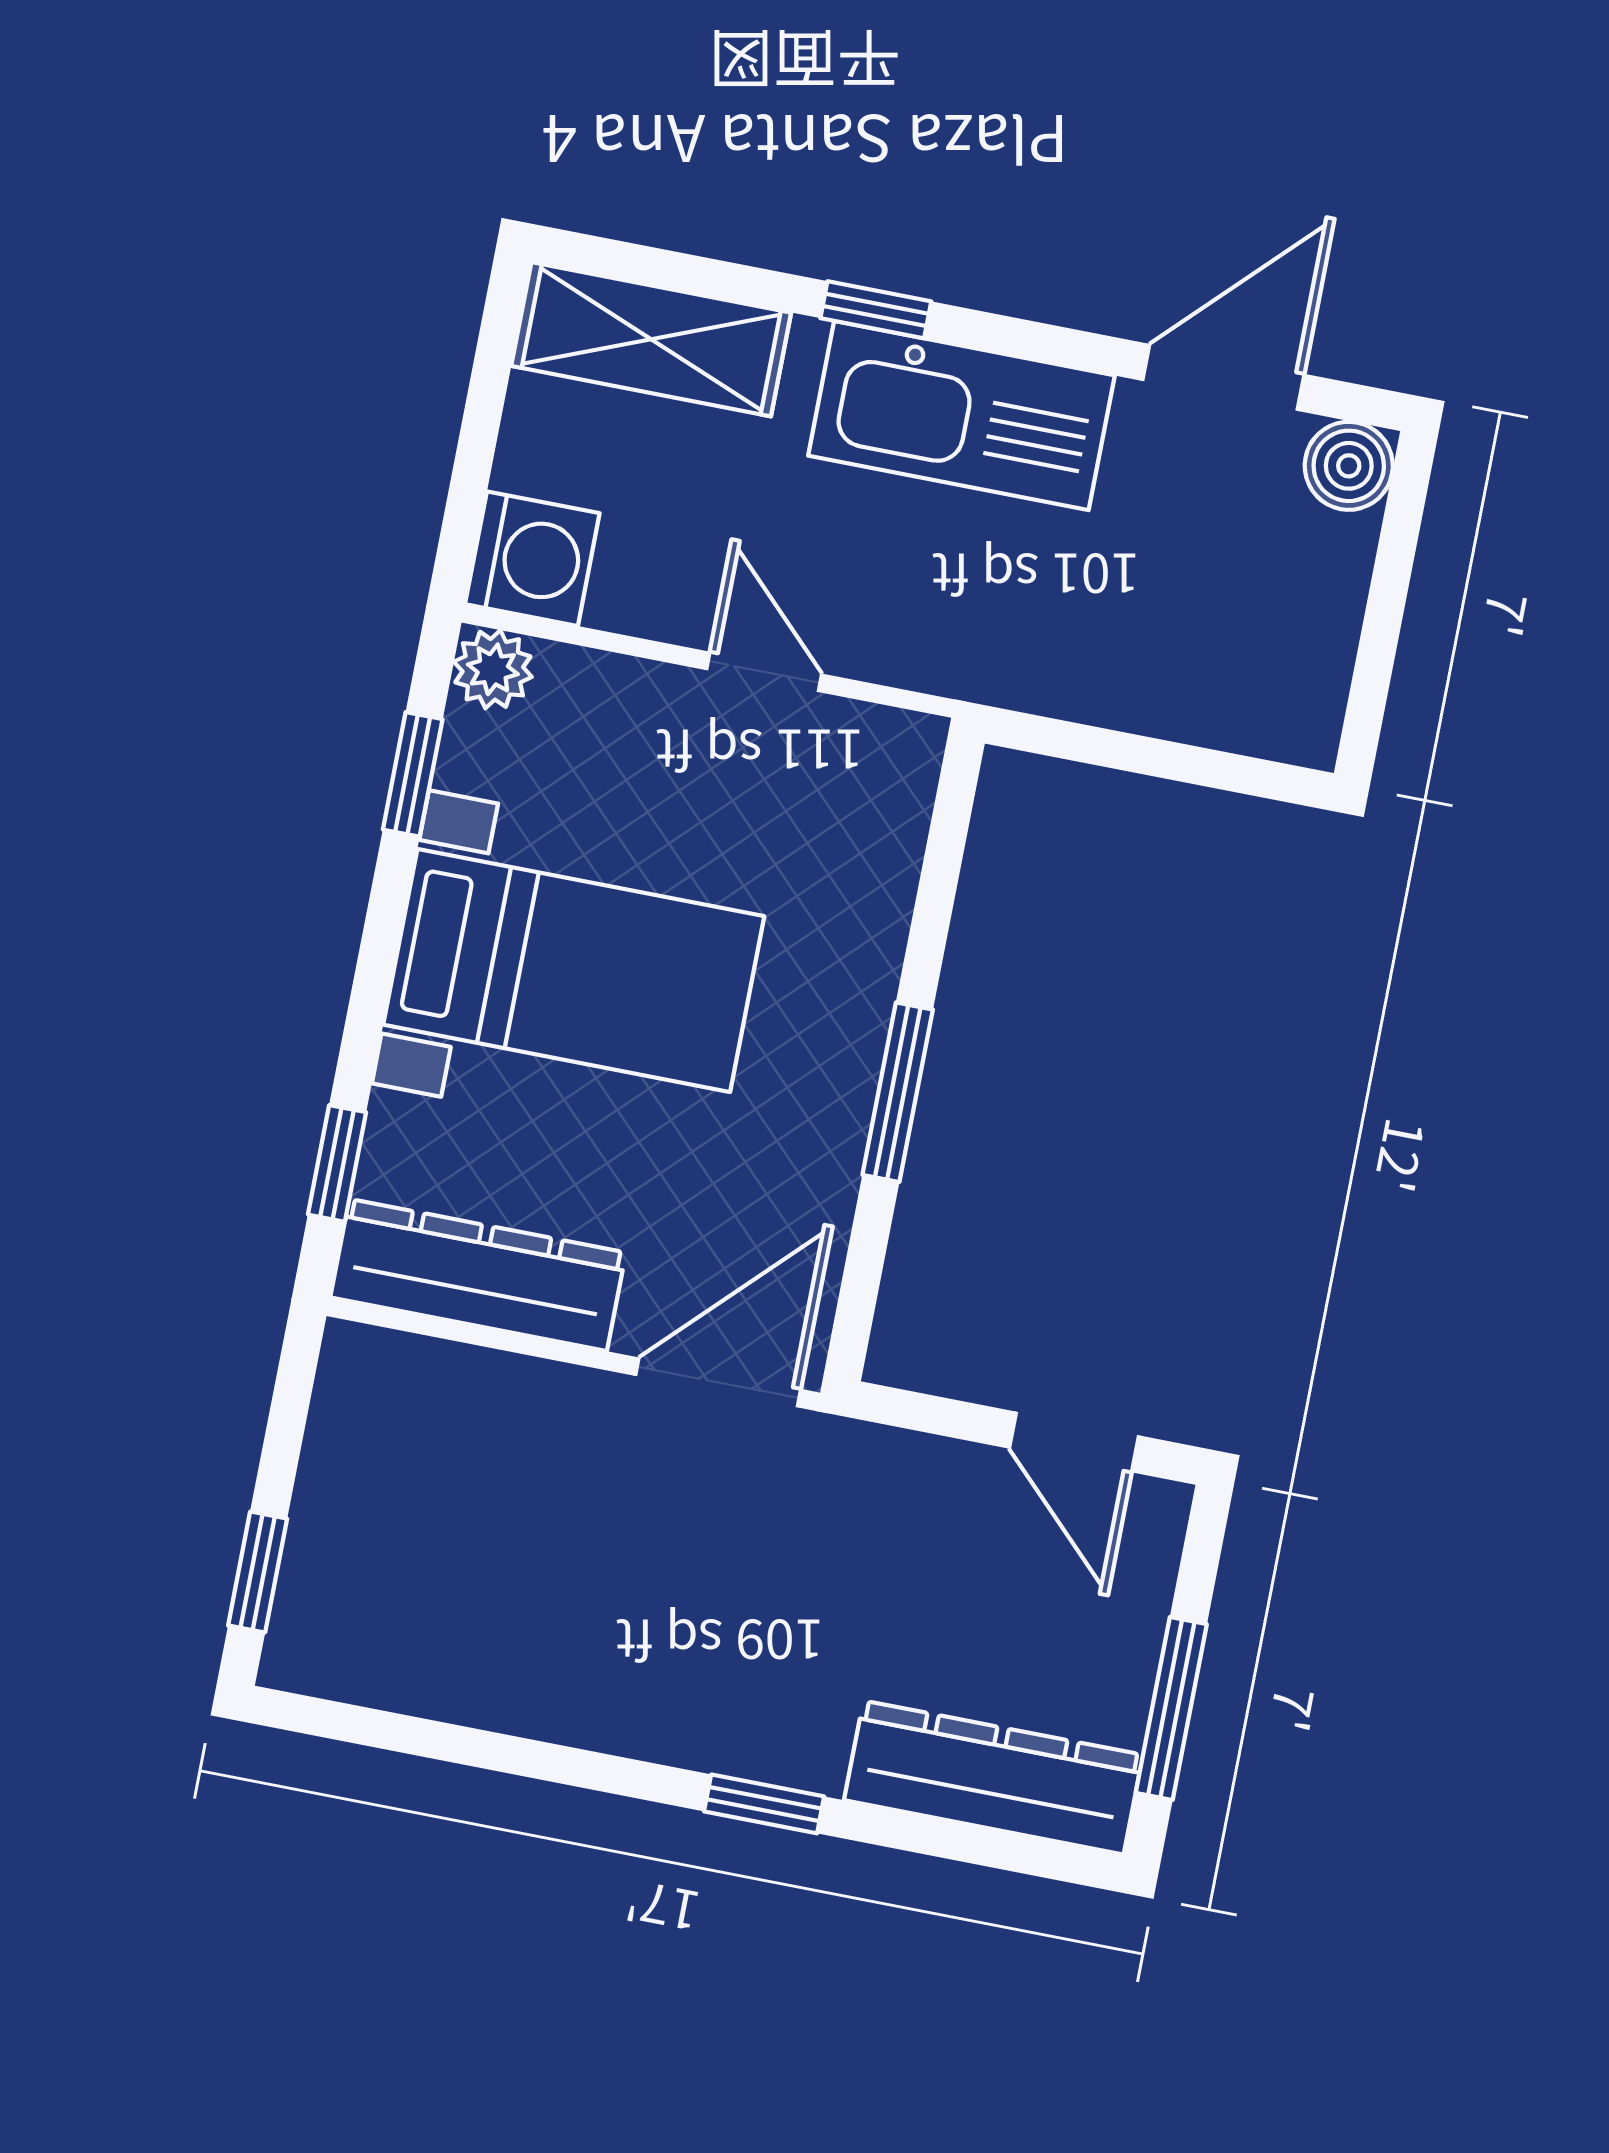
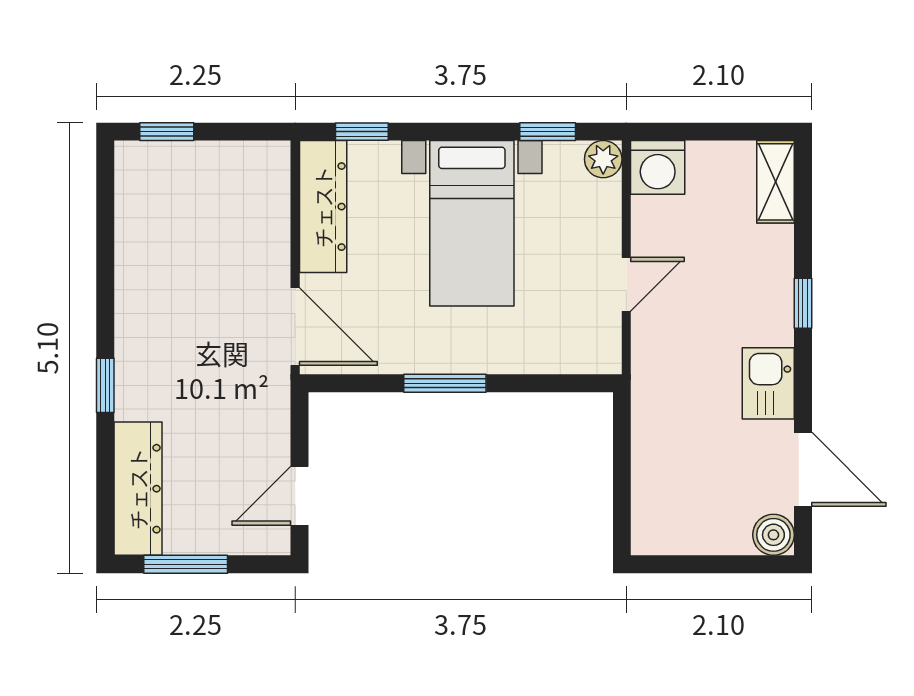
shelving: (651, 339) -> (775, 182), width x0.67, depth x0.75
kitchen sink: (961, 416) -> (768, 383), width x0.53, depth x0.81

